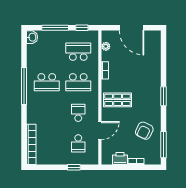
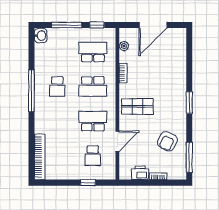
door: (132, 28) -> (153, 25), hinge flipped
school desk: (47, 82) -> (57, 87), width x0.54
school desk: (78, 113) -> (93, 121), width x1.85

